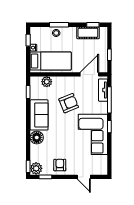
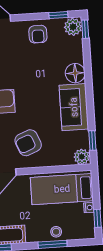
plant: (47, 82) -> (82, 157), moved
armchair: (69, 103) -> (28, 143), moved

